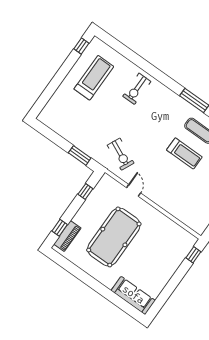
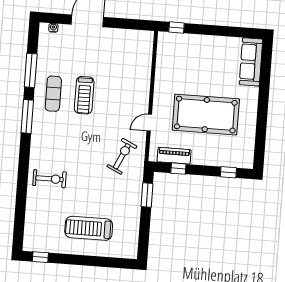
treadmill: (94, 78) -> (89, 228), moved
treadmill: (184, 153) -> (84, 95), turned 180
piano: (67, 236) -> (174, 156), moved

